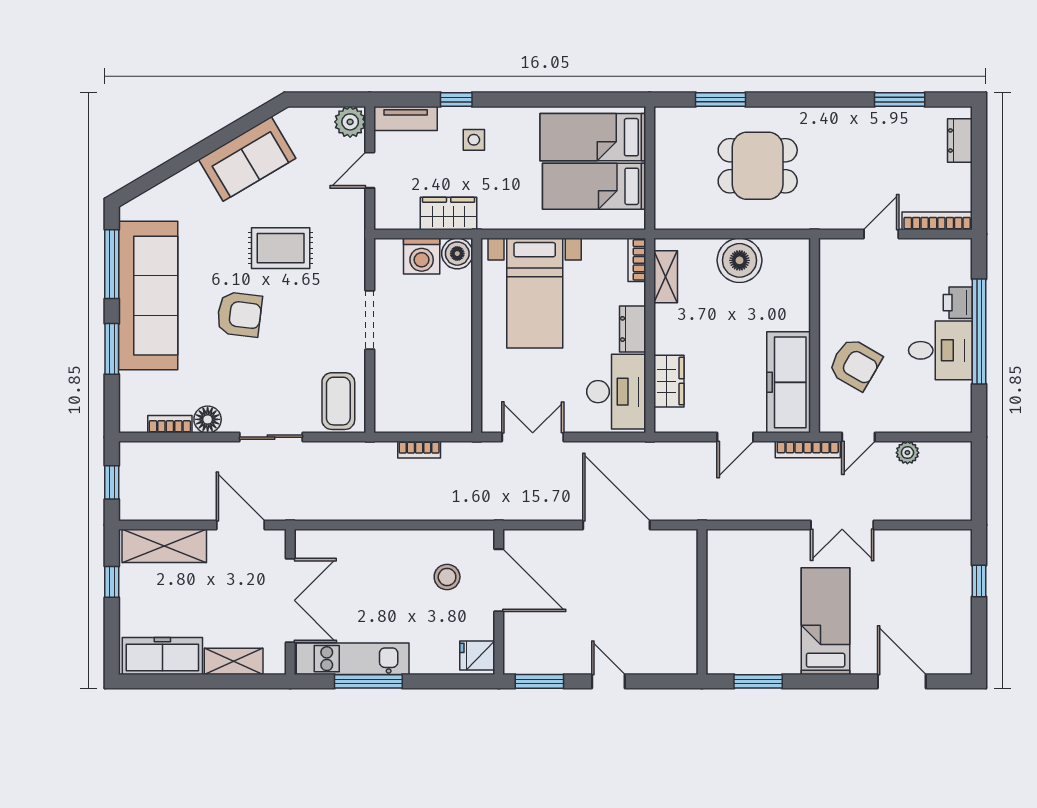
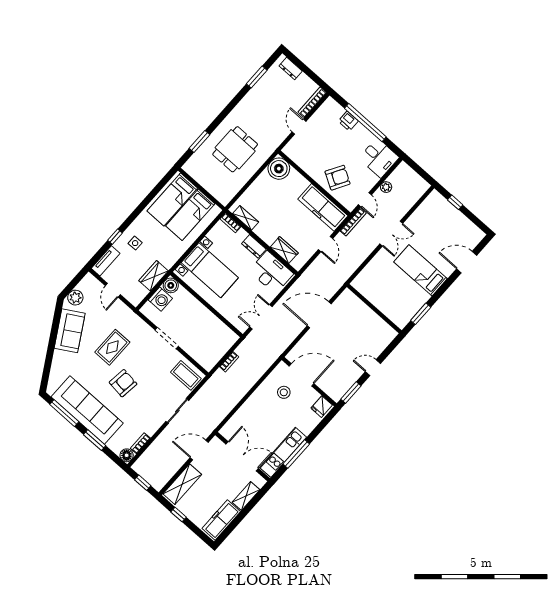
plant: (350, 122) -> (75, 298), moved
boiler: (740, 260) -> (279, 169), moved
desk: (940, 350) -> (379, 158), moved, turned 90
floor lamp: (208, 419) -> (127, 455), moved

